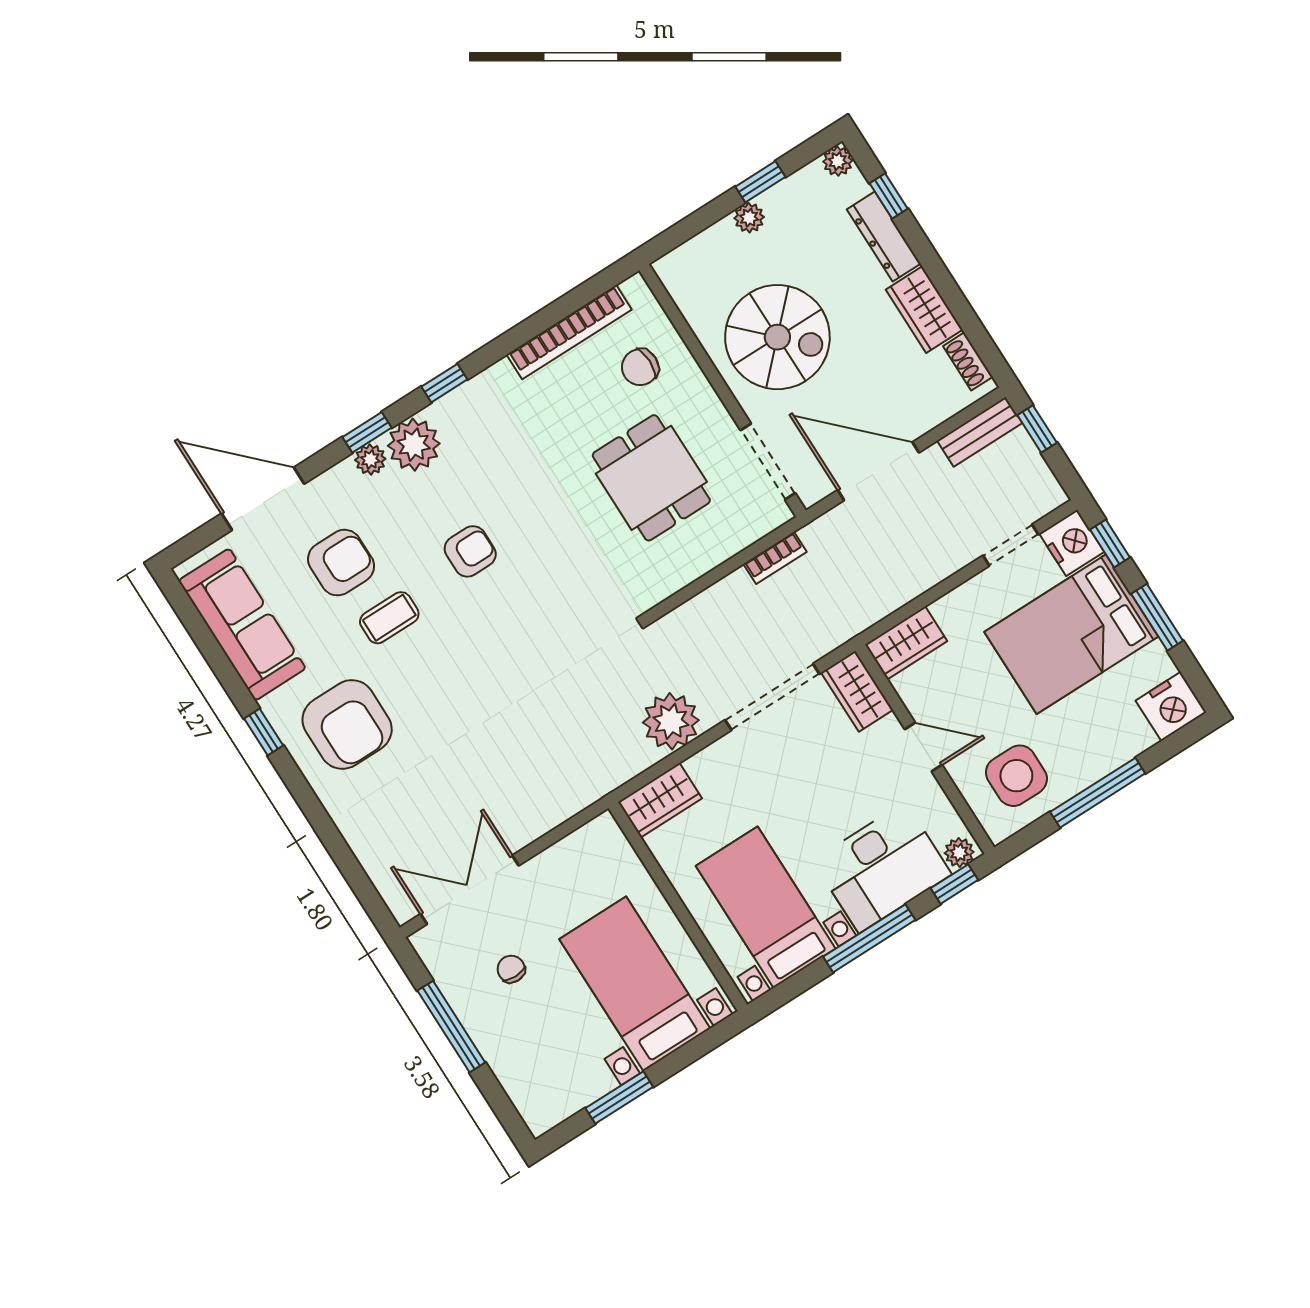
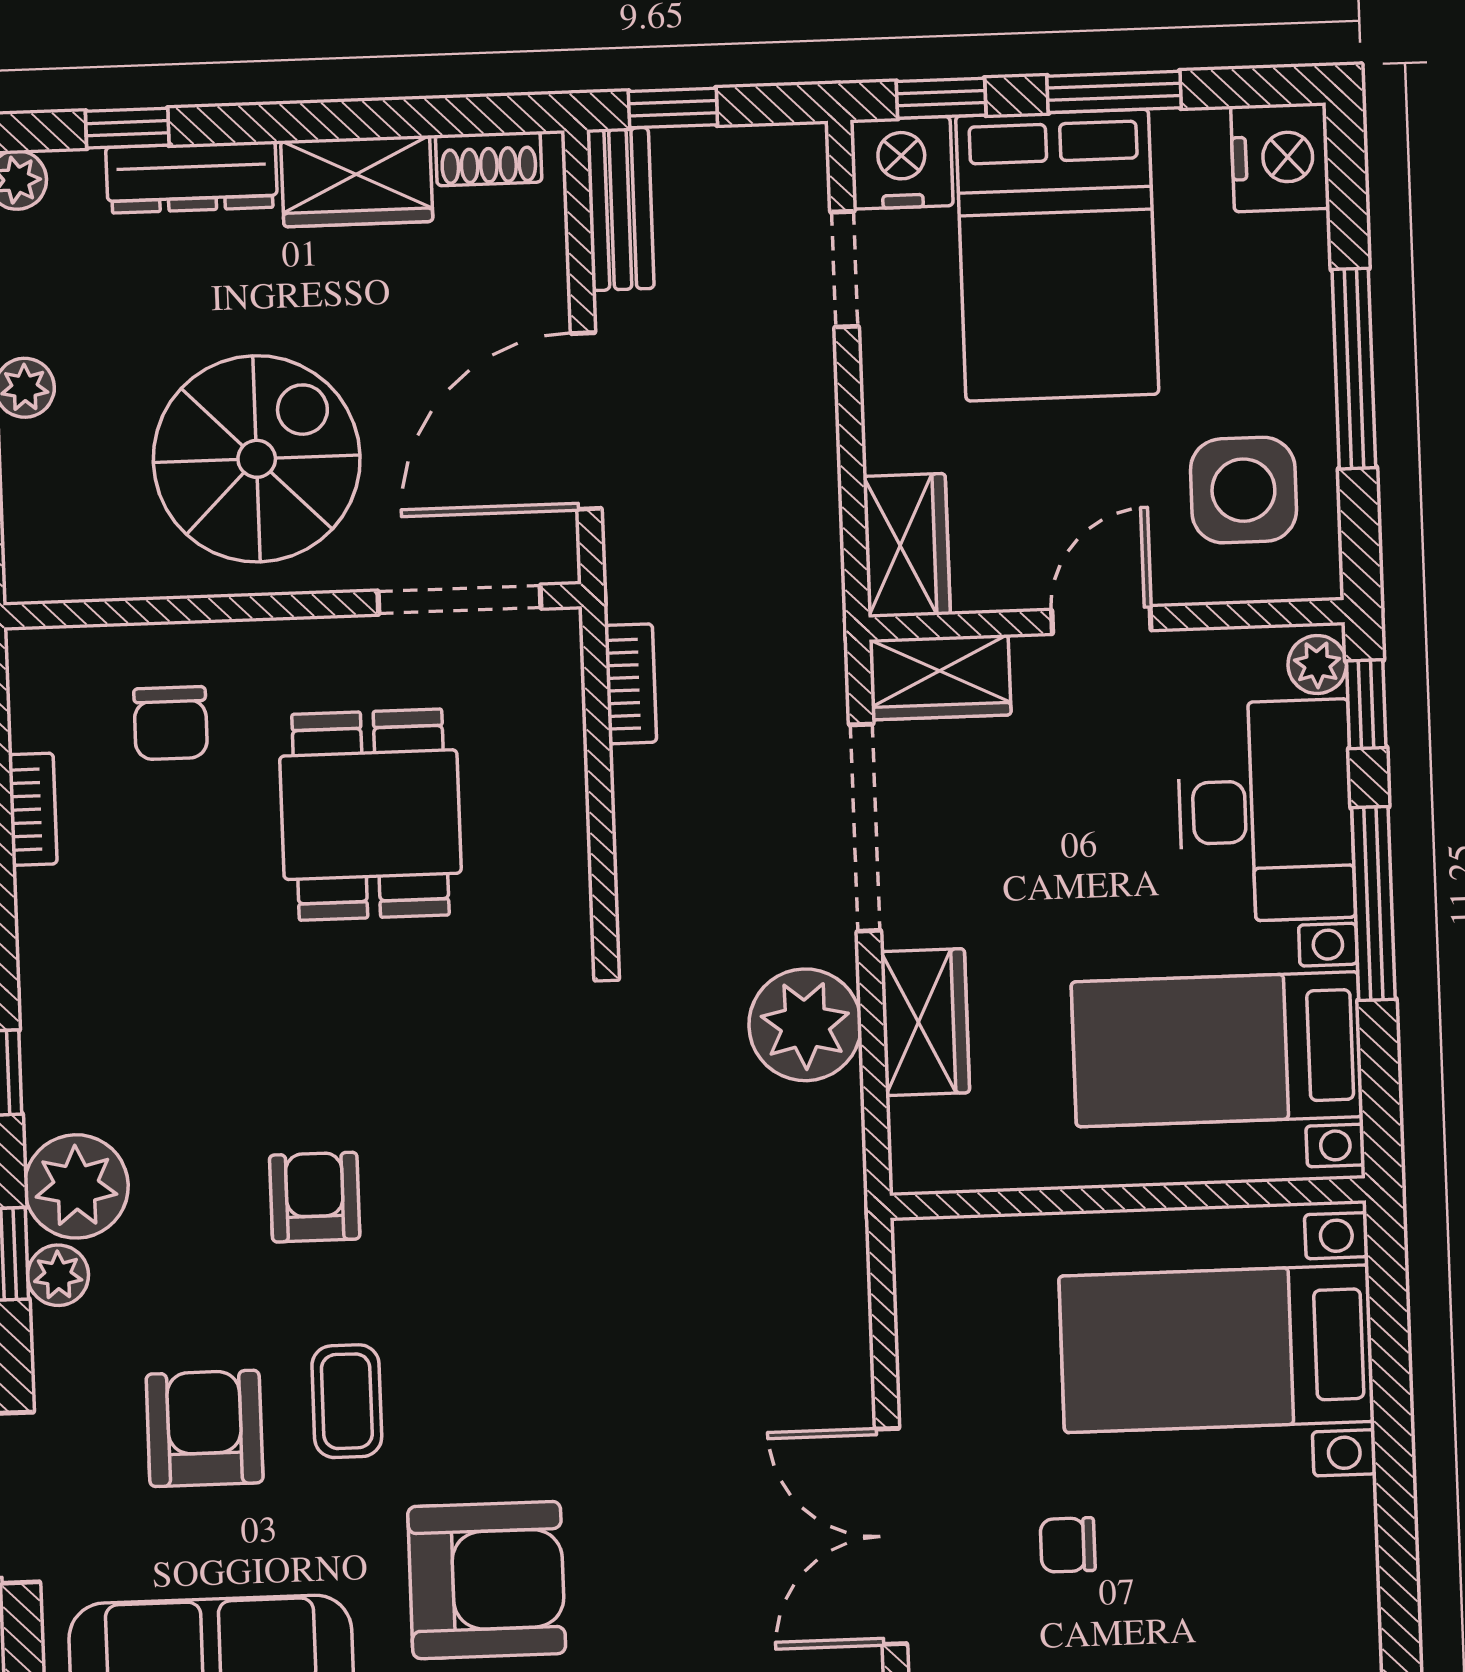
bookcase: (569, 332) -> (33, 809), width x0.43, depth x0.76
dining table: (651, 478) -> (370, 815), turned 90
wardrobe: (660, 800) -> (925, 1022), moved
window: (619, 1097) -> (1395, 1489), removed

